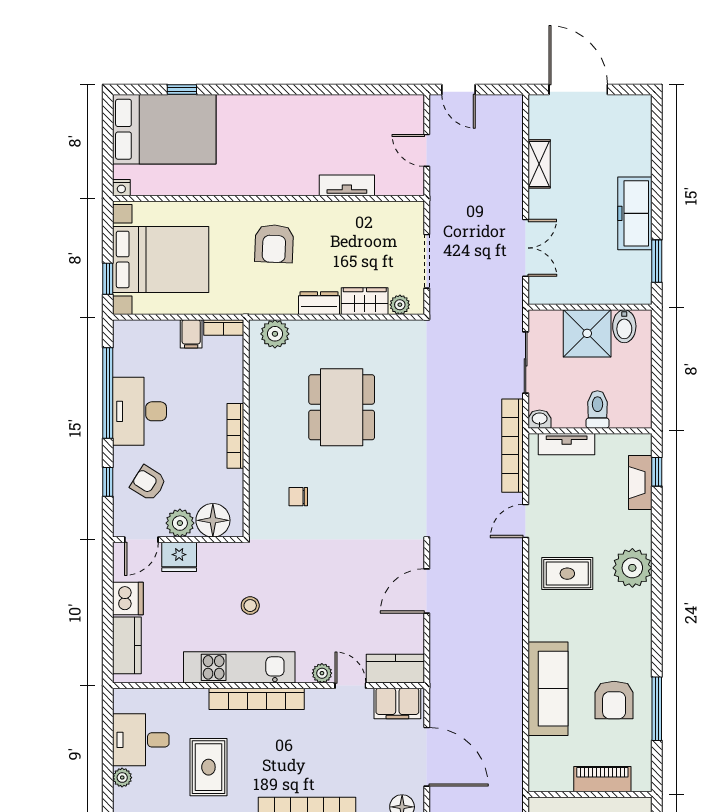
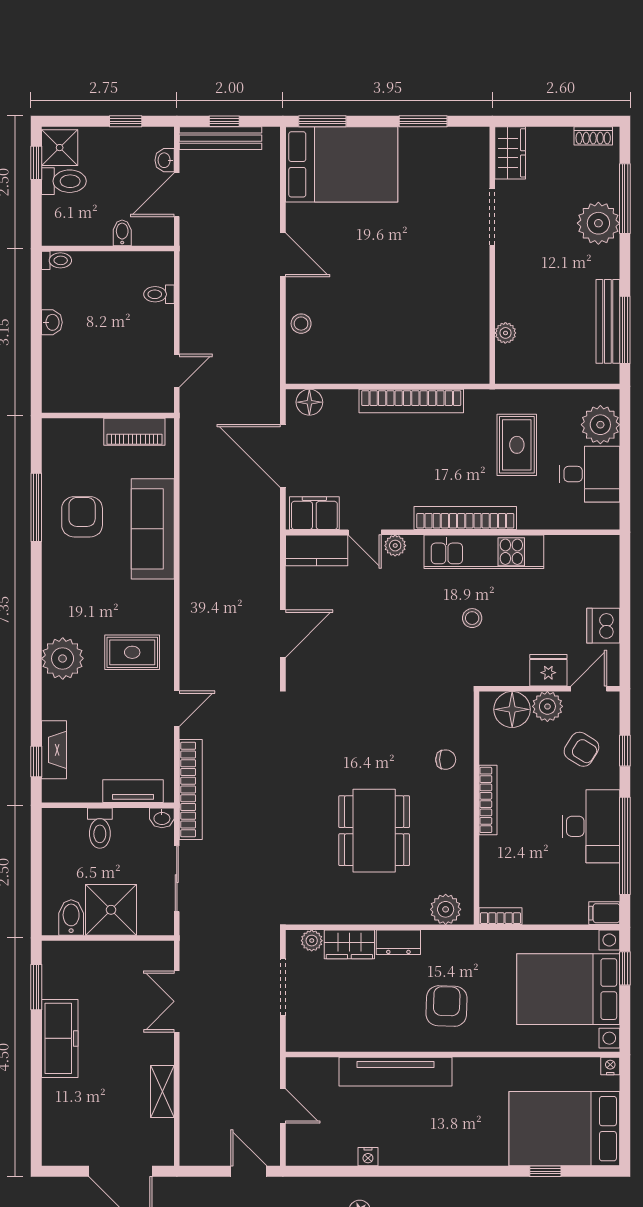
nightstand: (347, 103) -> (368, 1157), added
tv unit: (347, 185) -> (396, 1072), width x1.92, depth x1.29
filing cabinet: (191, 334) -> (604, 913), moved, turned -90
chair: (298, 497) -> (446, 760), moved
kitchen counter: (127, 645) -> (604, 575), removed
plant: (122, 778) -> (600, 425), width x1.87, depth x1.87
piano: (602, 779) -> (134, 432), moved

